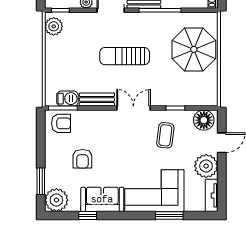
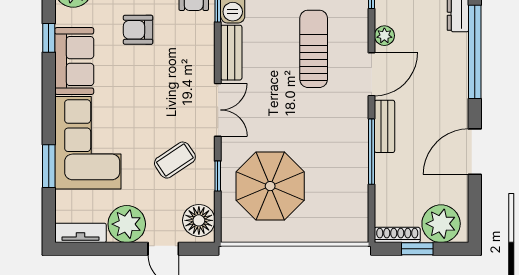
parasol: (194, 49) -> (270, 186), moved
sun lounger: (125, 56) -> (314, 49), moved
coffee table: (165, 135) -> (175, 160), turned -41

